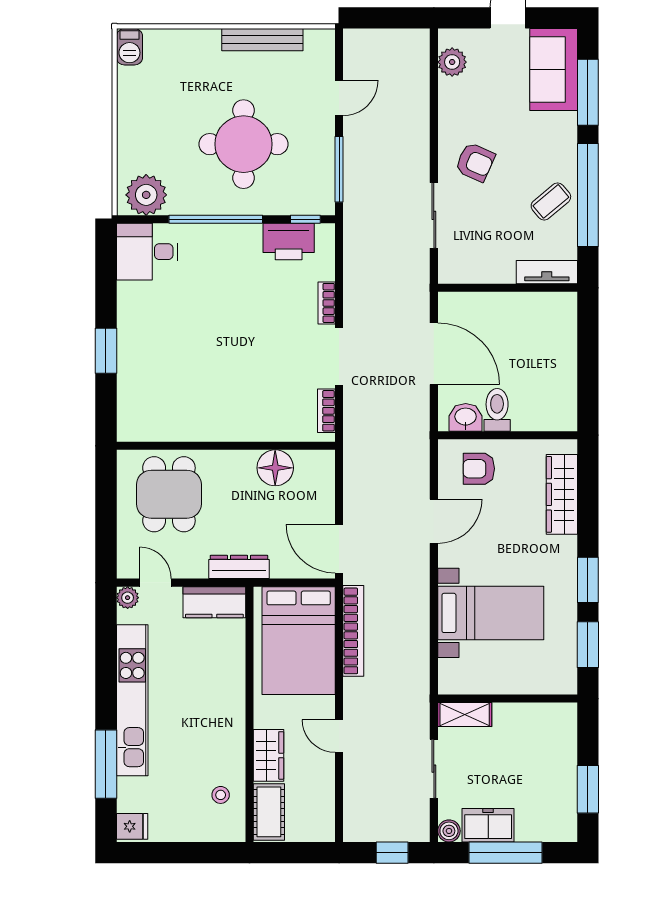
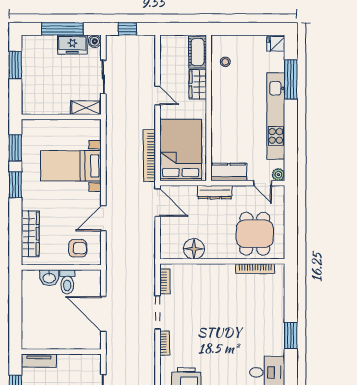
window: (106, 351) -> (291, 335), moved
washbasin: (466, 417) -> (49, 278), moved
bookcase: (168, 433) -> (255, 269), added

